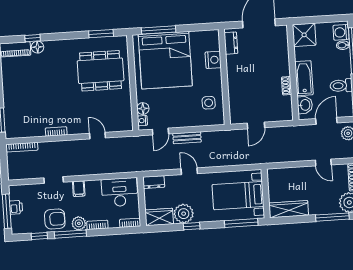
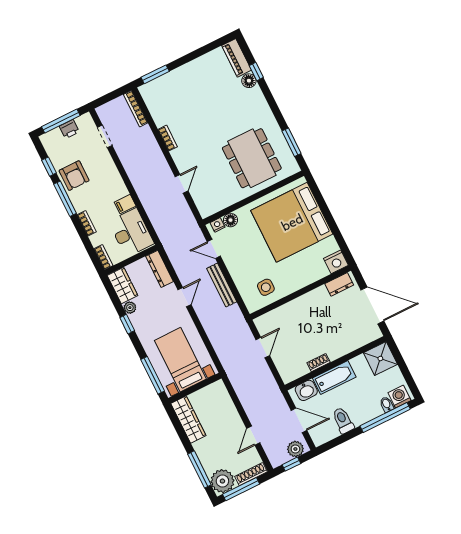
window: (159, 30) -> (321, 202), removed
nightstand: (213, 60) -> (336, 262), moved
door: (256, 125) -> (263, 348), swing flipped
bench: (187, 138) -> (222, 285), width x1.36
doorway: (54, 180) -> (105, 136), moved
dresser: (154, 182) -> (160, 269), width x1.44
filing cabinet: (79, 189) -> (125, 204), moved
plant: (184, 214) -> (130, 308), width x0.53, depth x0.53
plant: (79, 223) -> (80, 203), removed

